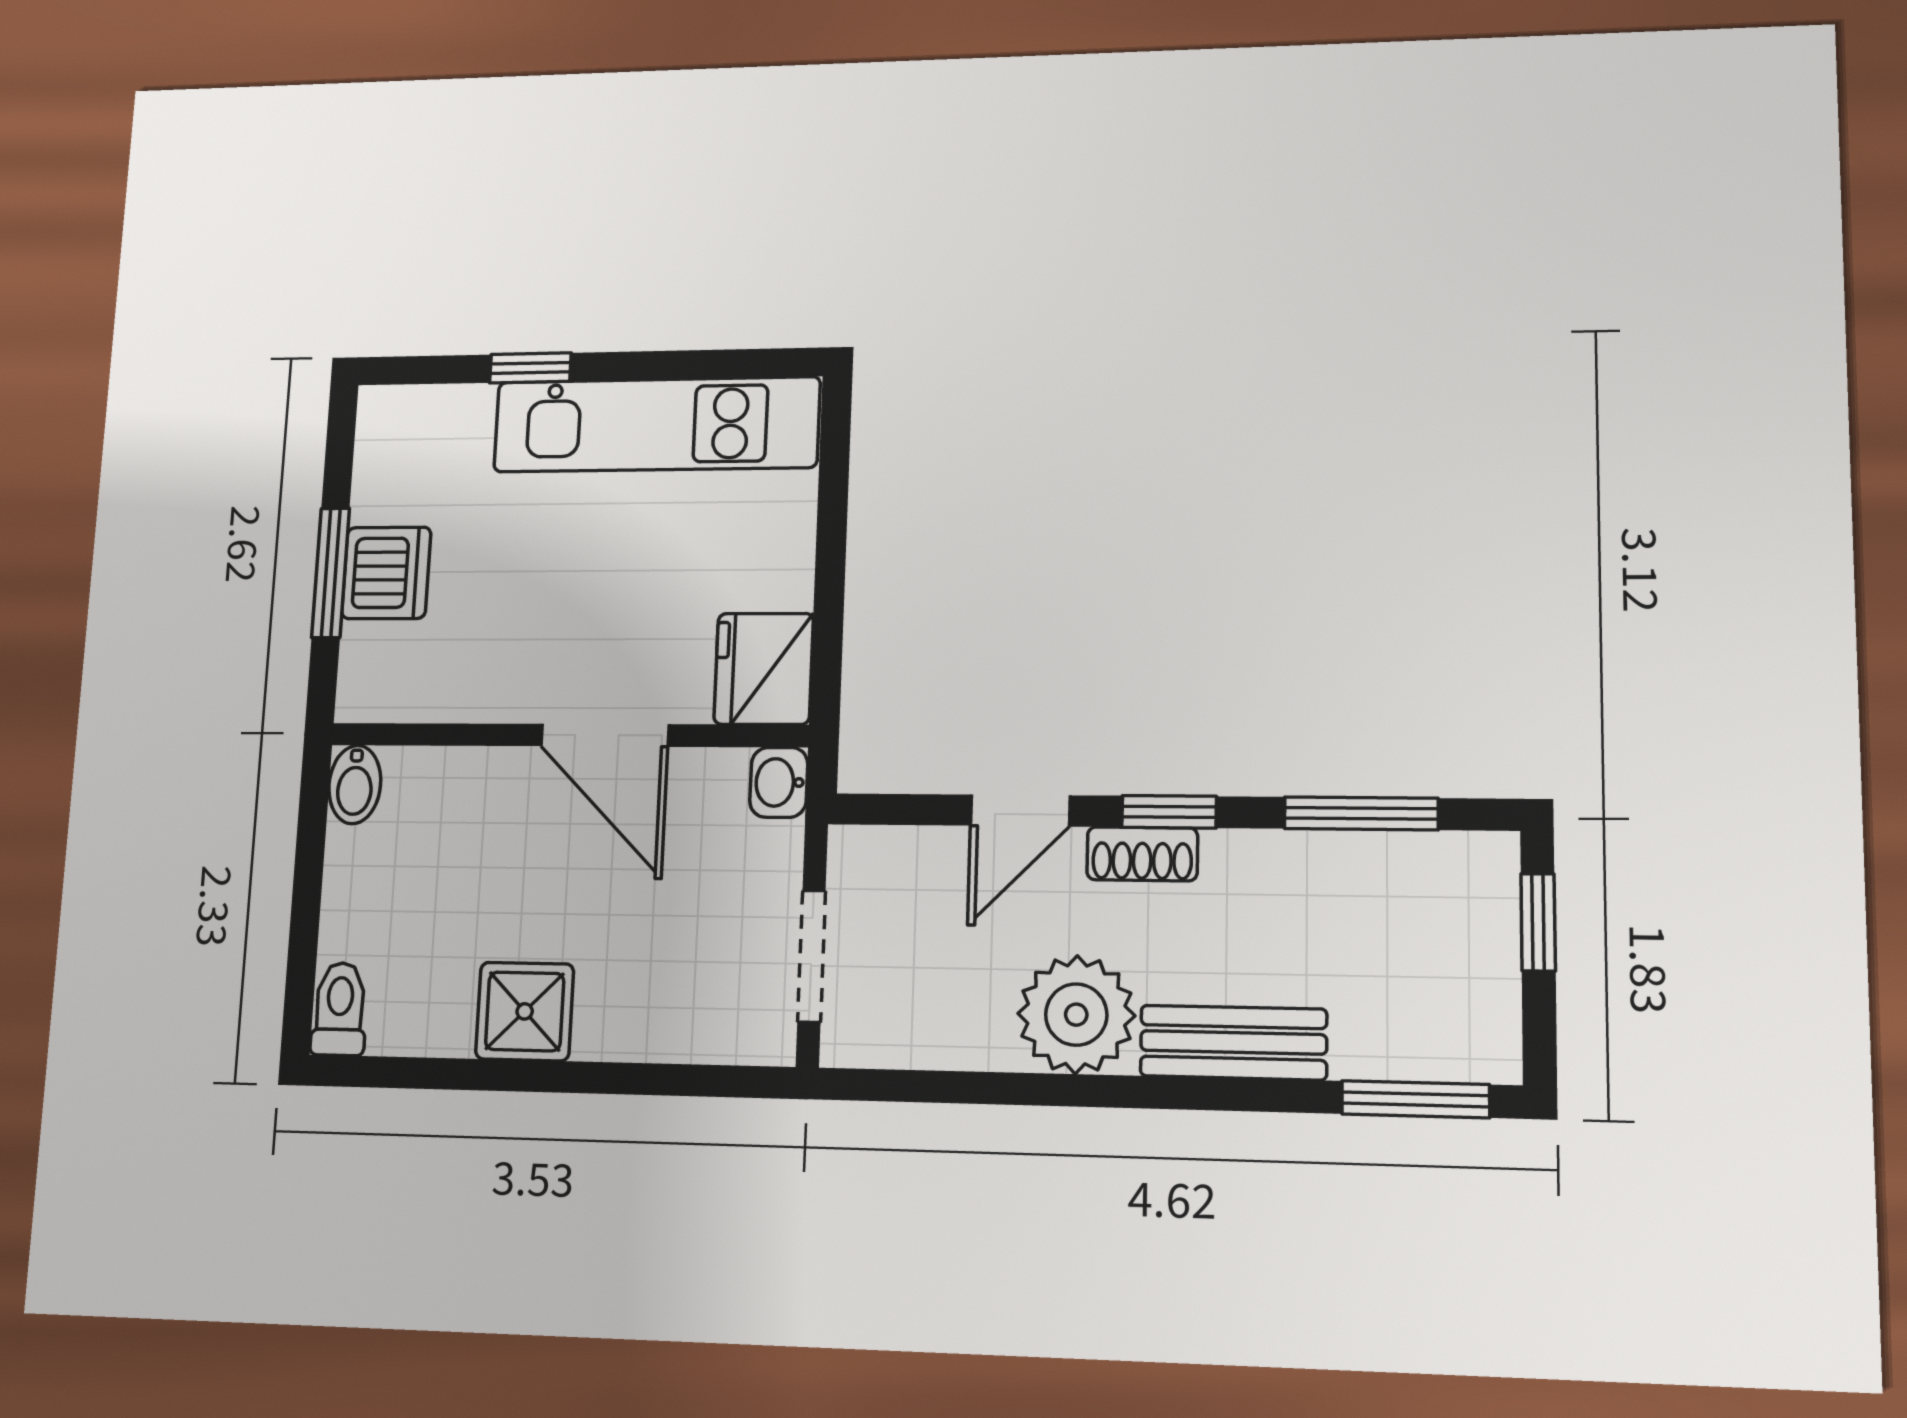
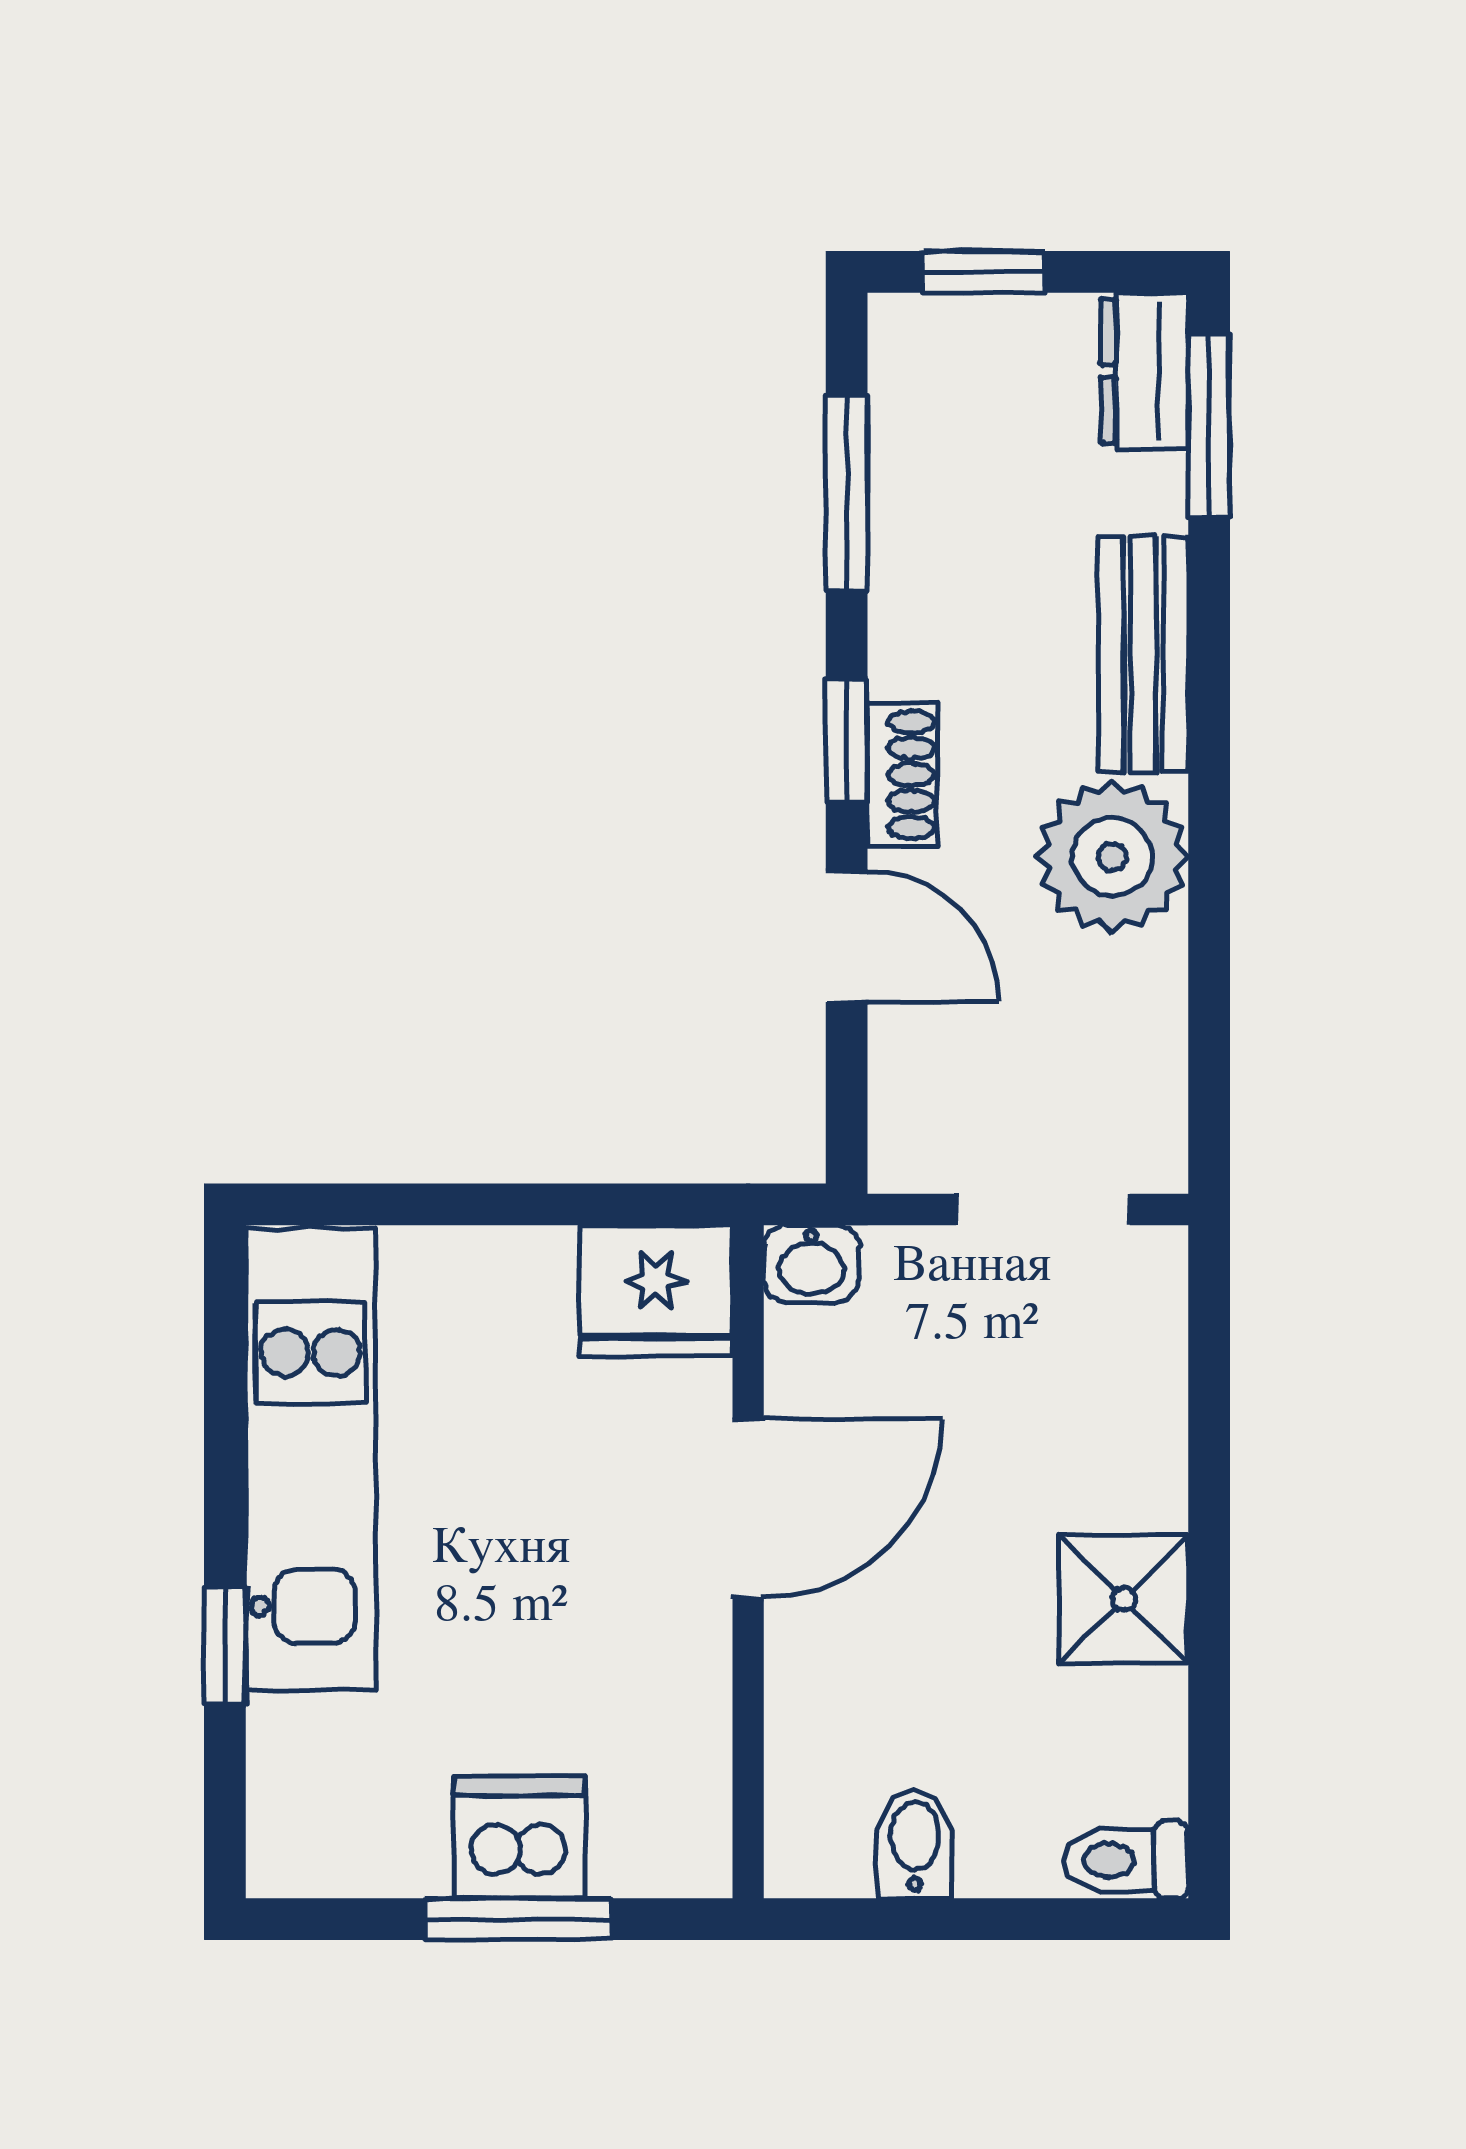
bidet: (355, 785) -> (915, 1844), moved, turned -90
dresser: (1459, 1048) -> (1144, 371), added

